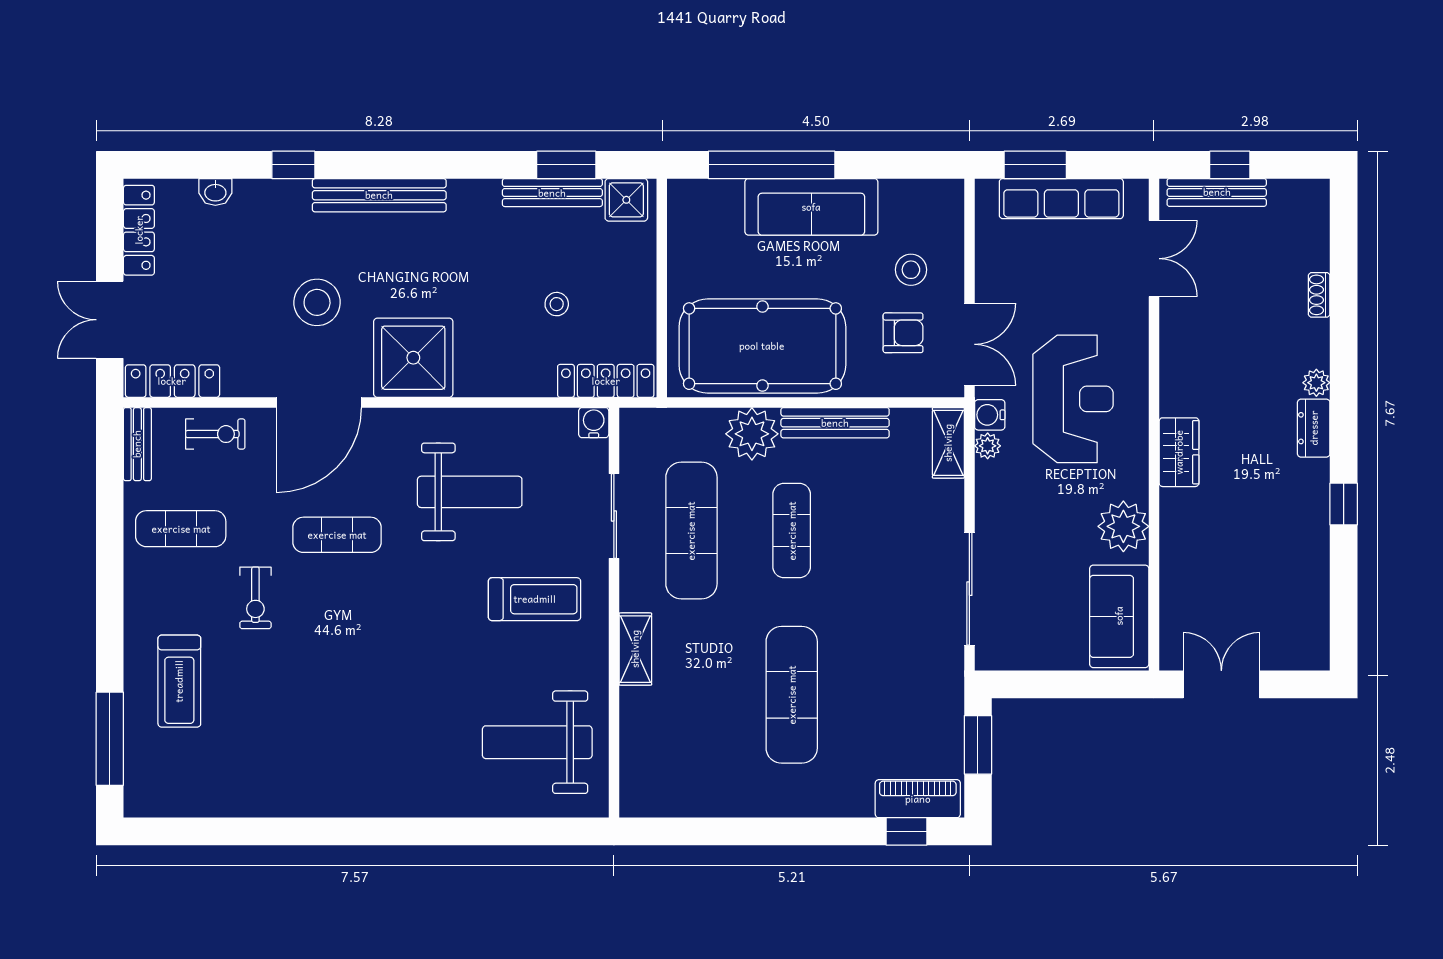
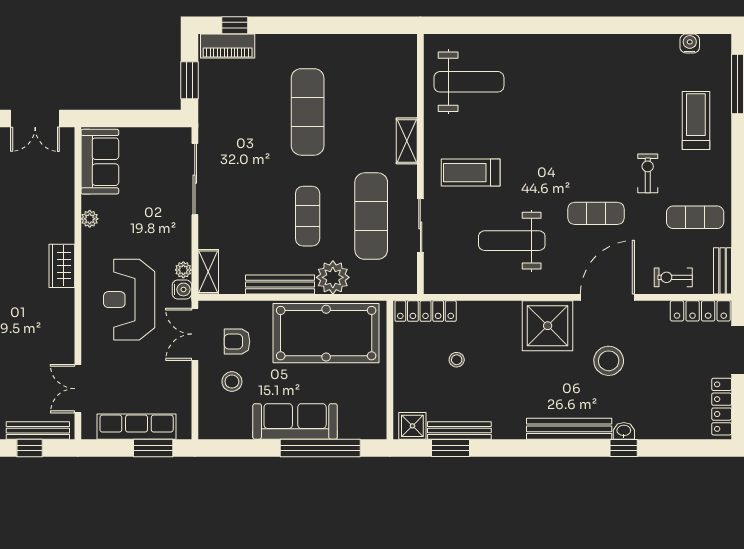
washbasin: (215, 192) -> (624, 431), moved
water cooler: (594, 423) -> (690, 43), moved, turned 180
plant: (1123, 526) -> (90, 219), width x0.53, depth x0.53

